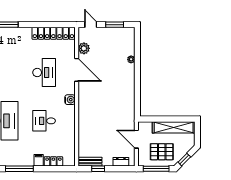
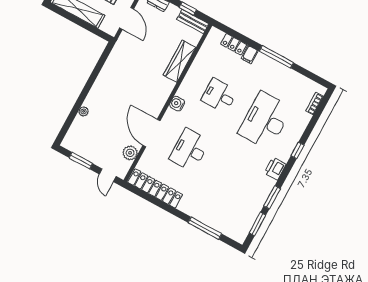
desk: (44, 121) -> (219, 96), turned 180
wardrobe: (84, 130) -> (180, 61), added

